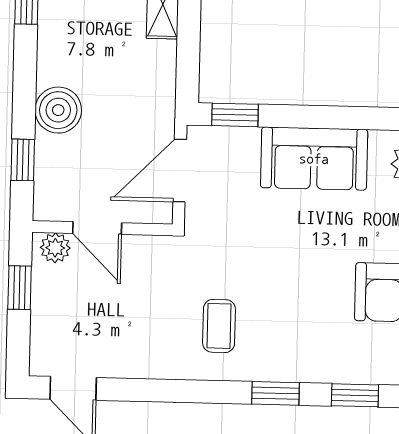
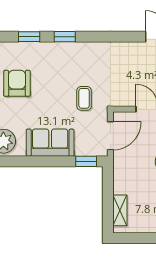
coffee table: (219, 326) -> (84, 98), moved

